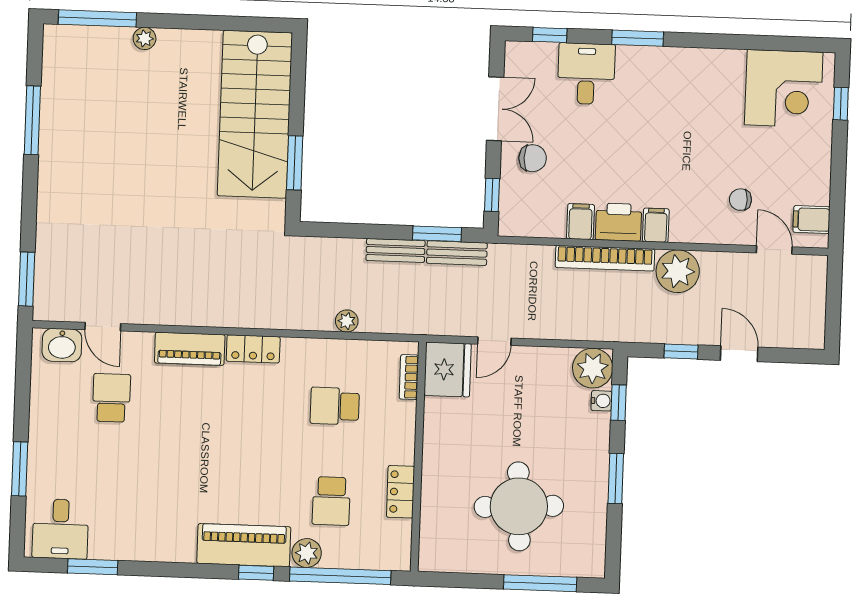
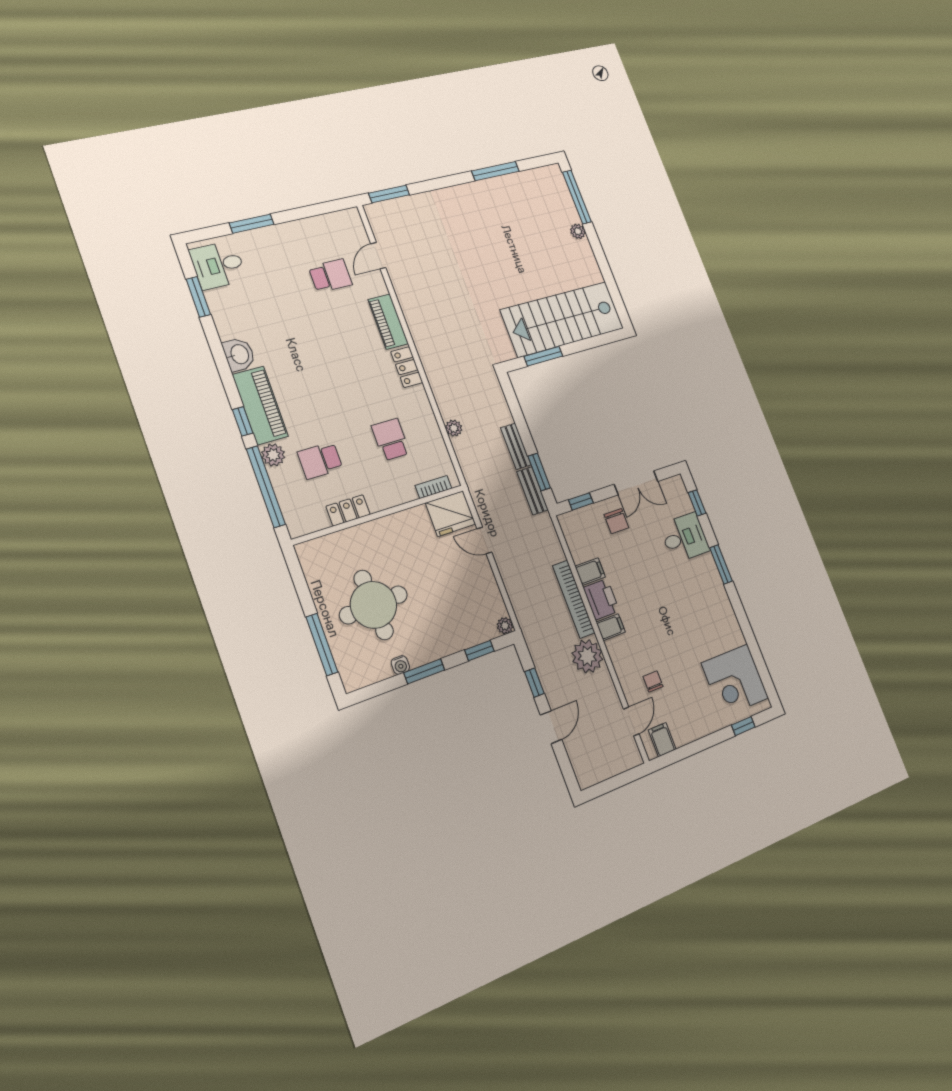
washbasin: (62, 345) -> (239, 354), moved, turned 180
plant: (593, 368) -> (505, 626), width x0.53, depth x0.53
water cooler: (601, 401) -> (400, 665), moved

